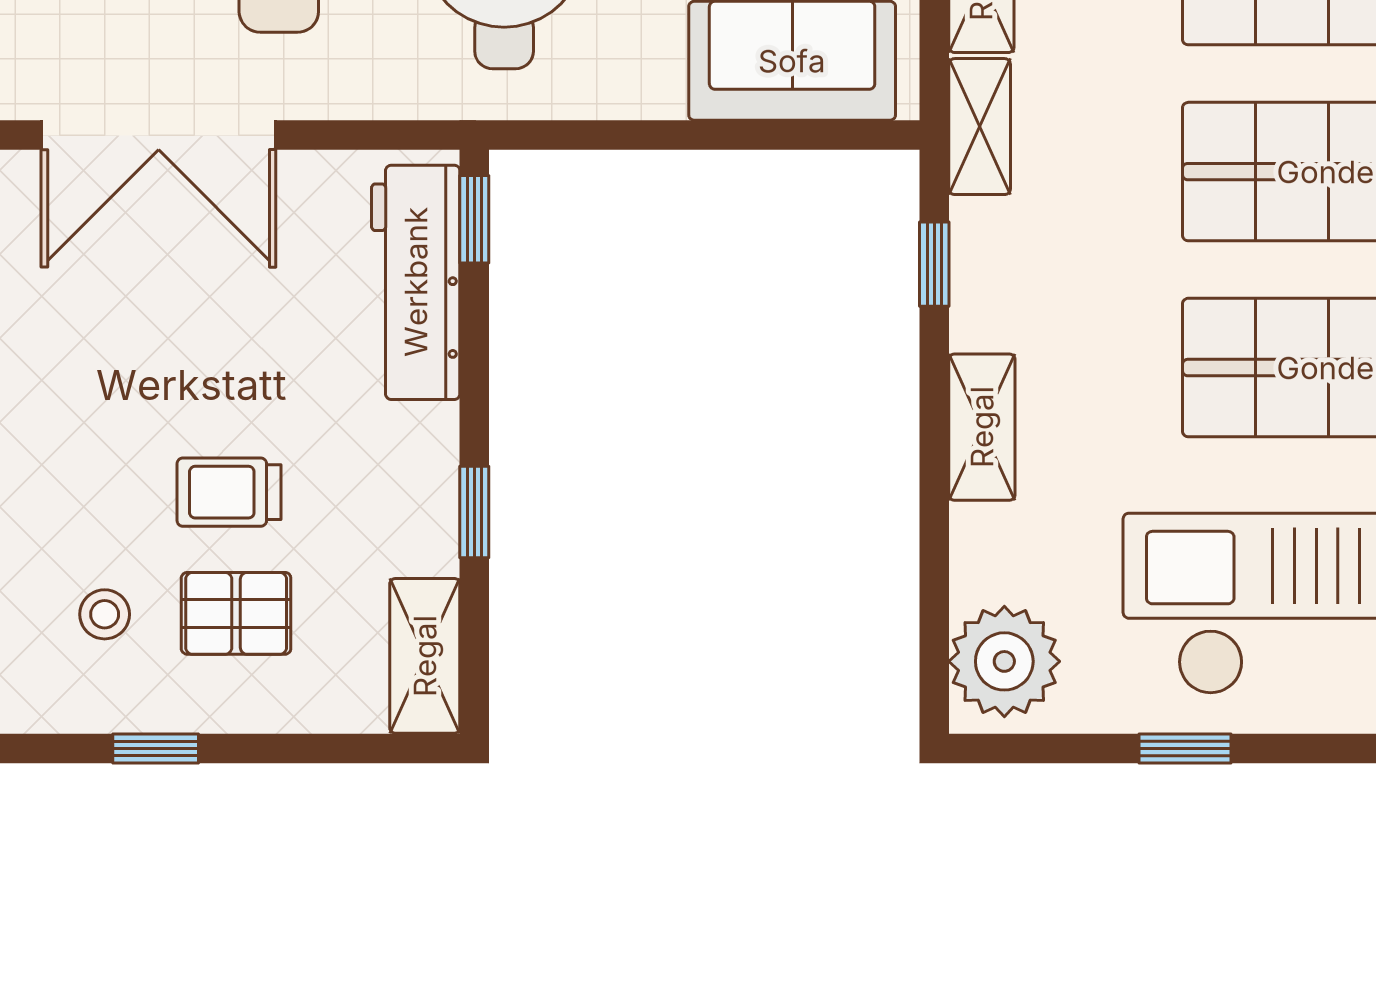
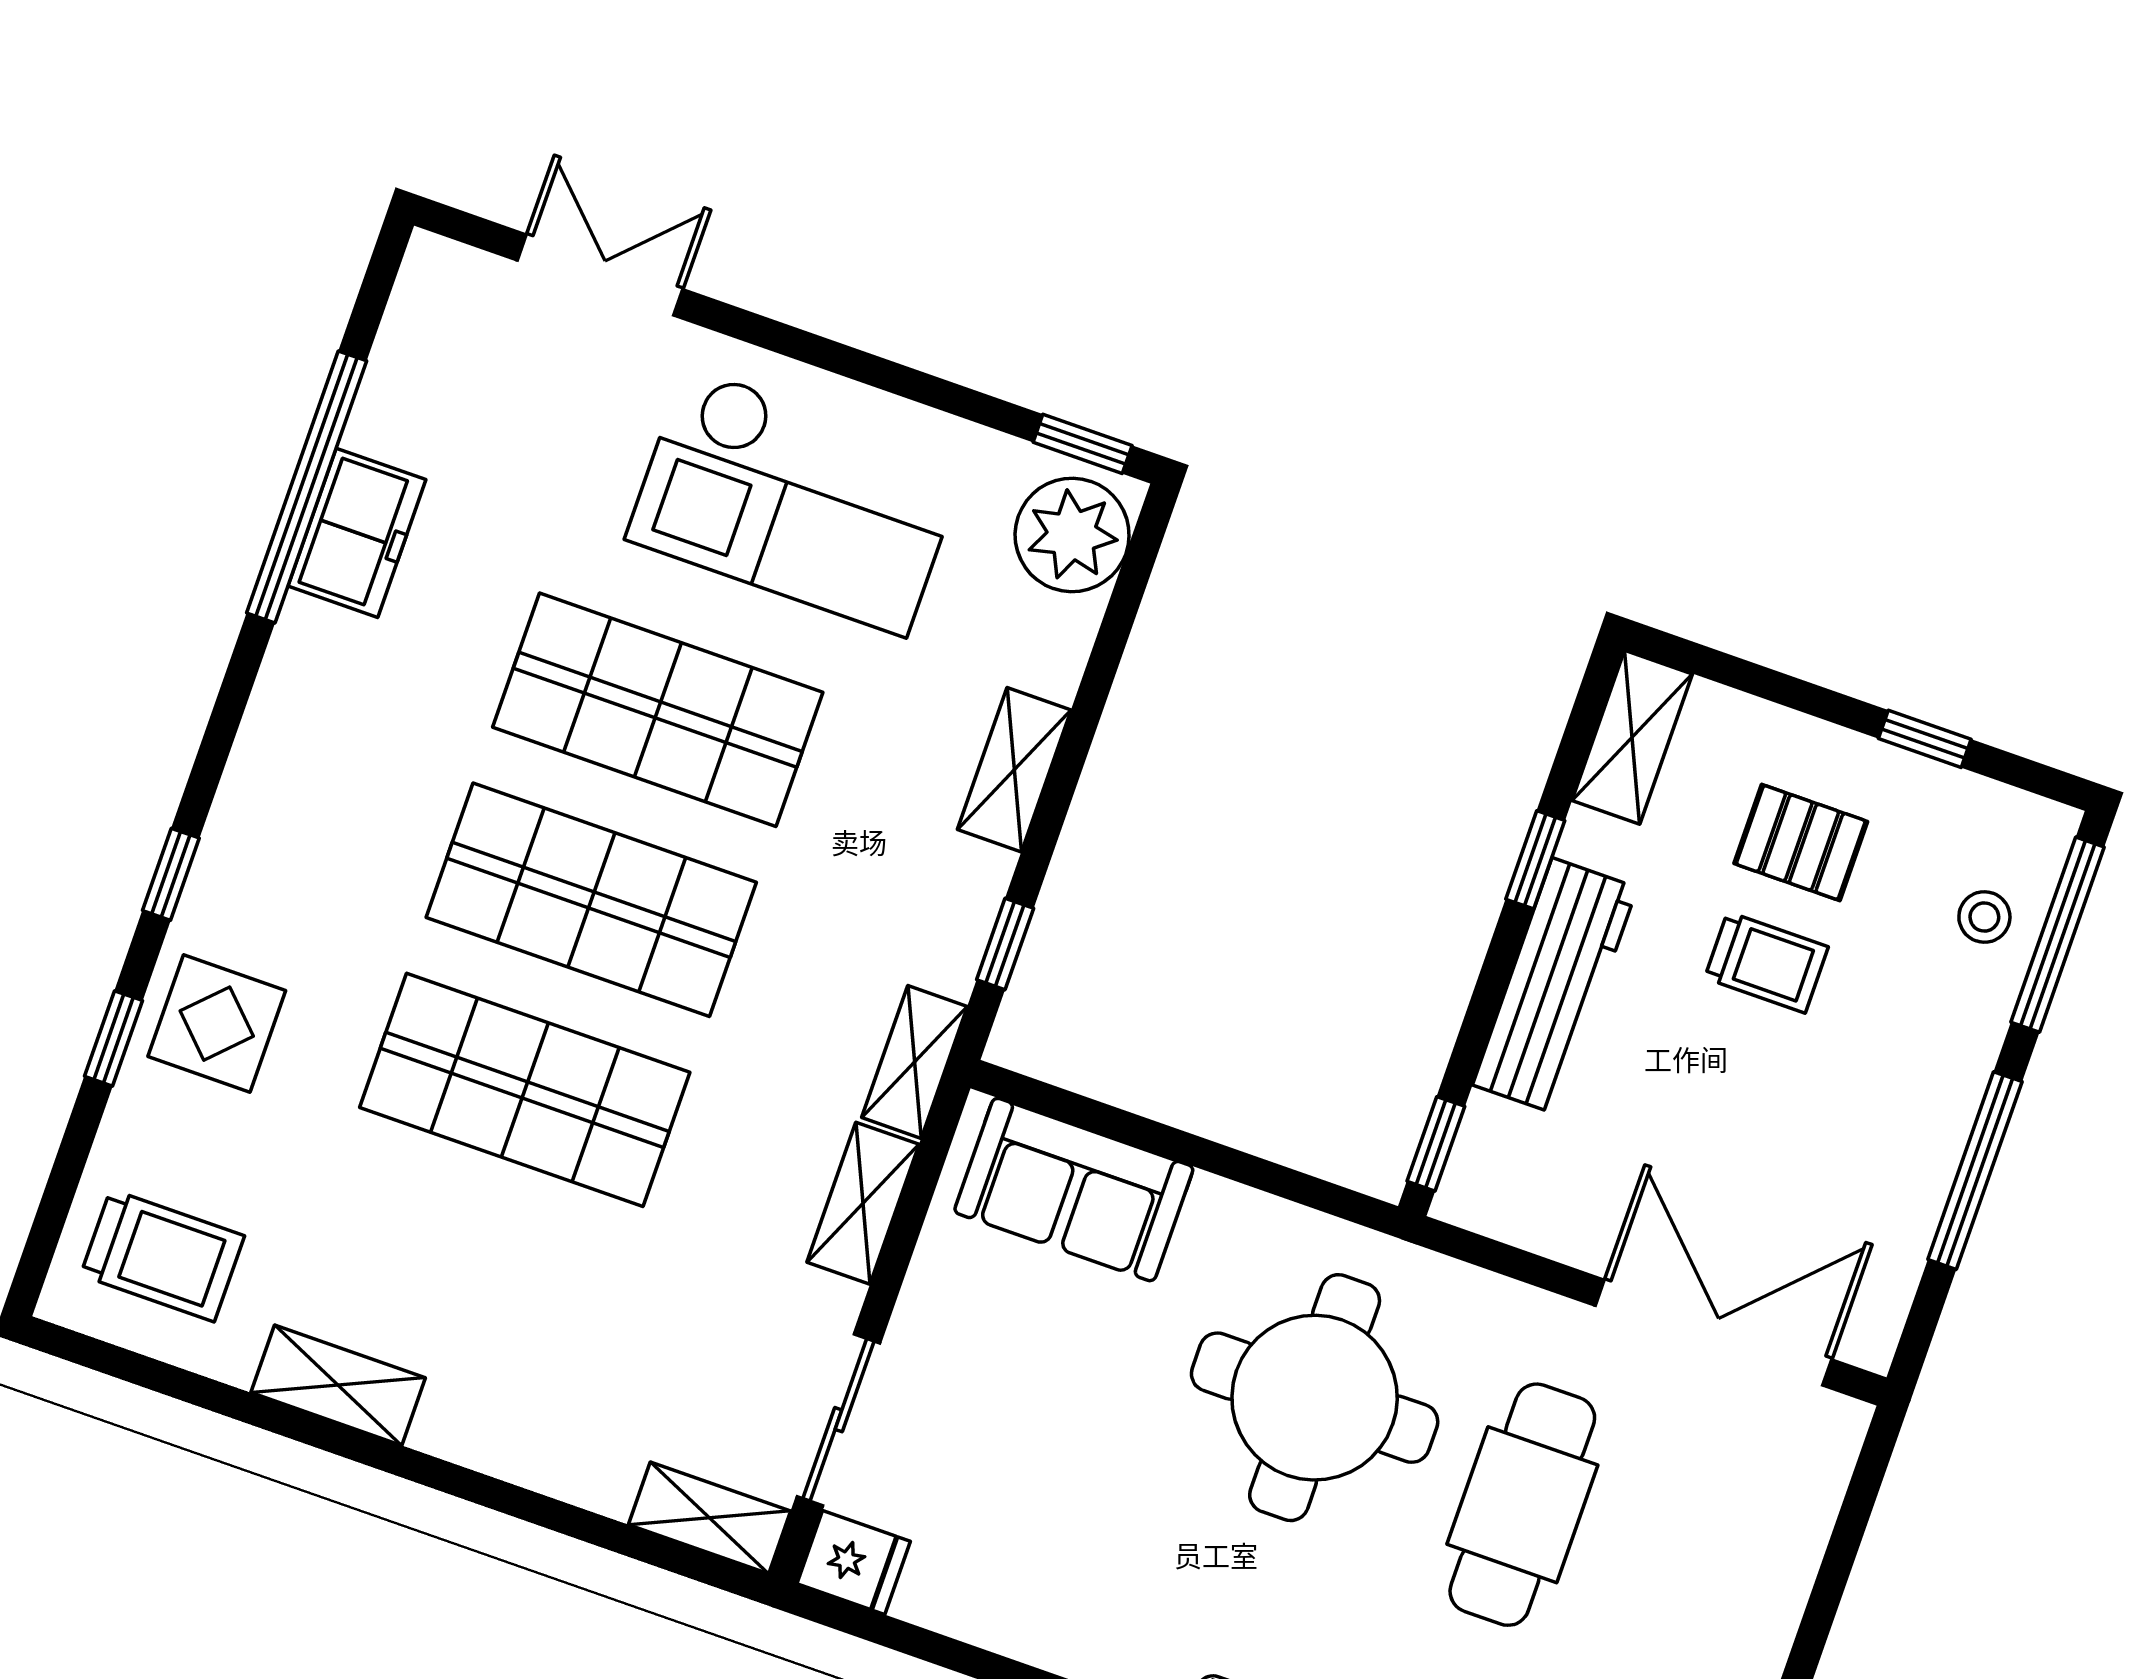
workbench: (416, 282) -> (1555, 986), moved
stool: (105, 614) -> (1984, 917), moved
window: (1185, 748) -> (1083, 444), moved

